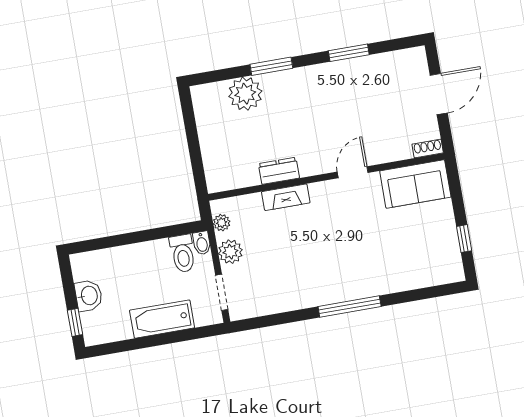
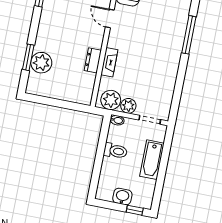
window: (271, 66) -> (28, 57), moved
plant: (222, 223) -> (111, 100), width x1.88, depth x1.88
toilet: (183, 253) -> (115, 151), moved
window: (350, 307) -> (189, 35), moved

